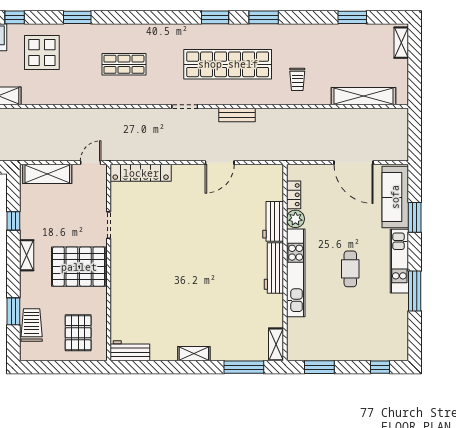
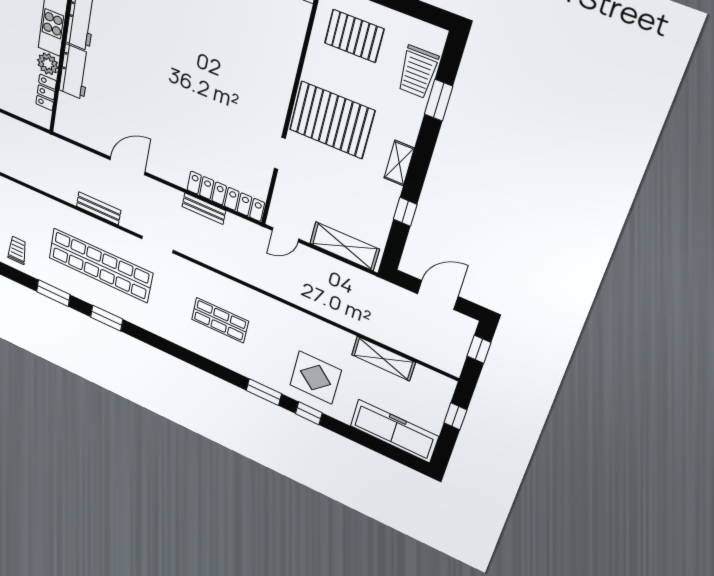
window: (15, 17) -> (309, 413), moved
trolley: (297, 79) -> (17, 250), moved
bench: (155, 155) -> (204, 209), added
pallet: (78, 333) -> (354, 36), turned 90

